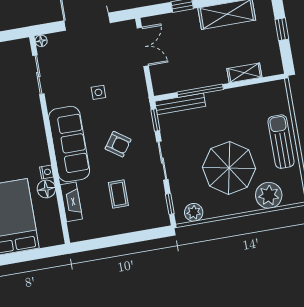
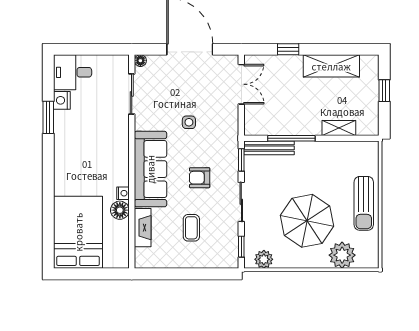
sun lounger: (281, 142) -> (364, 203), turned 180
armchair: (118, 144) -> (200, 178), turned 145

